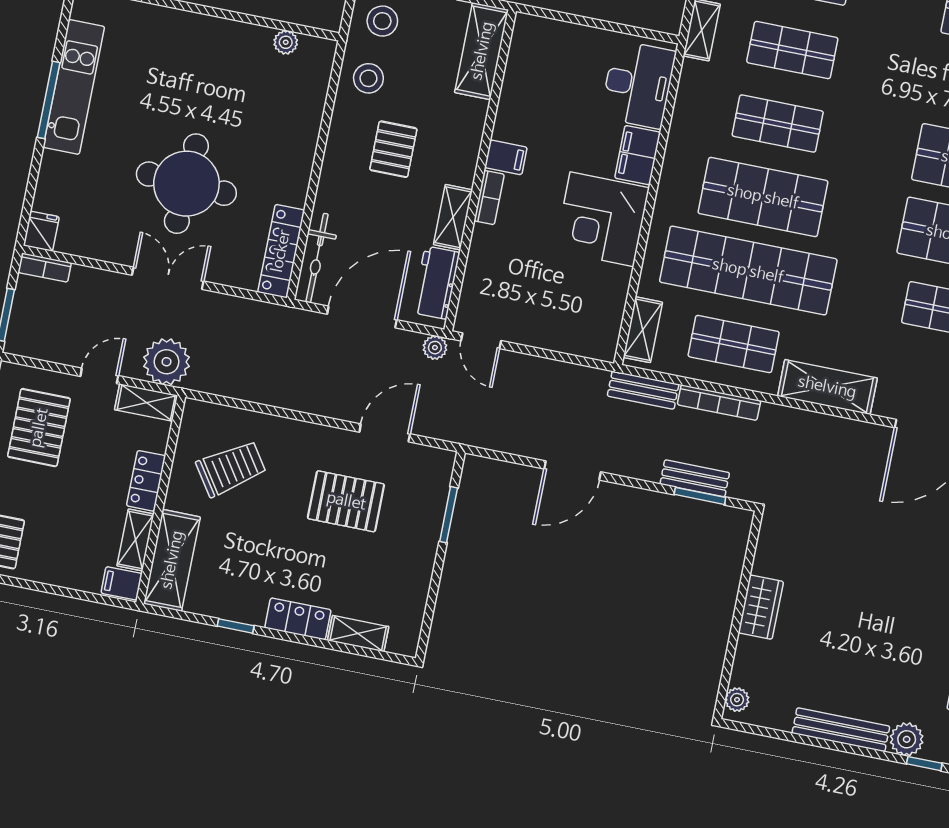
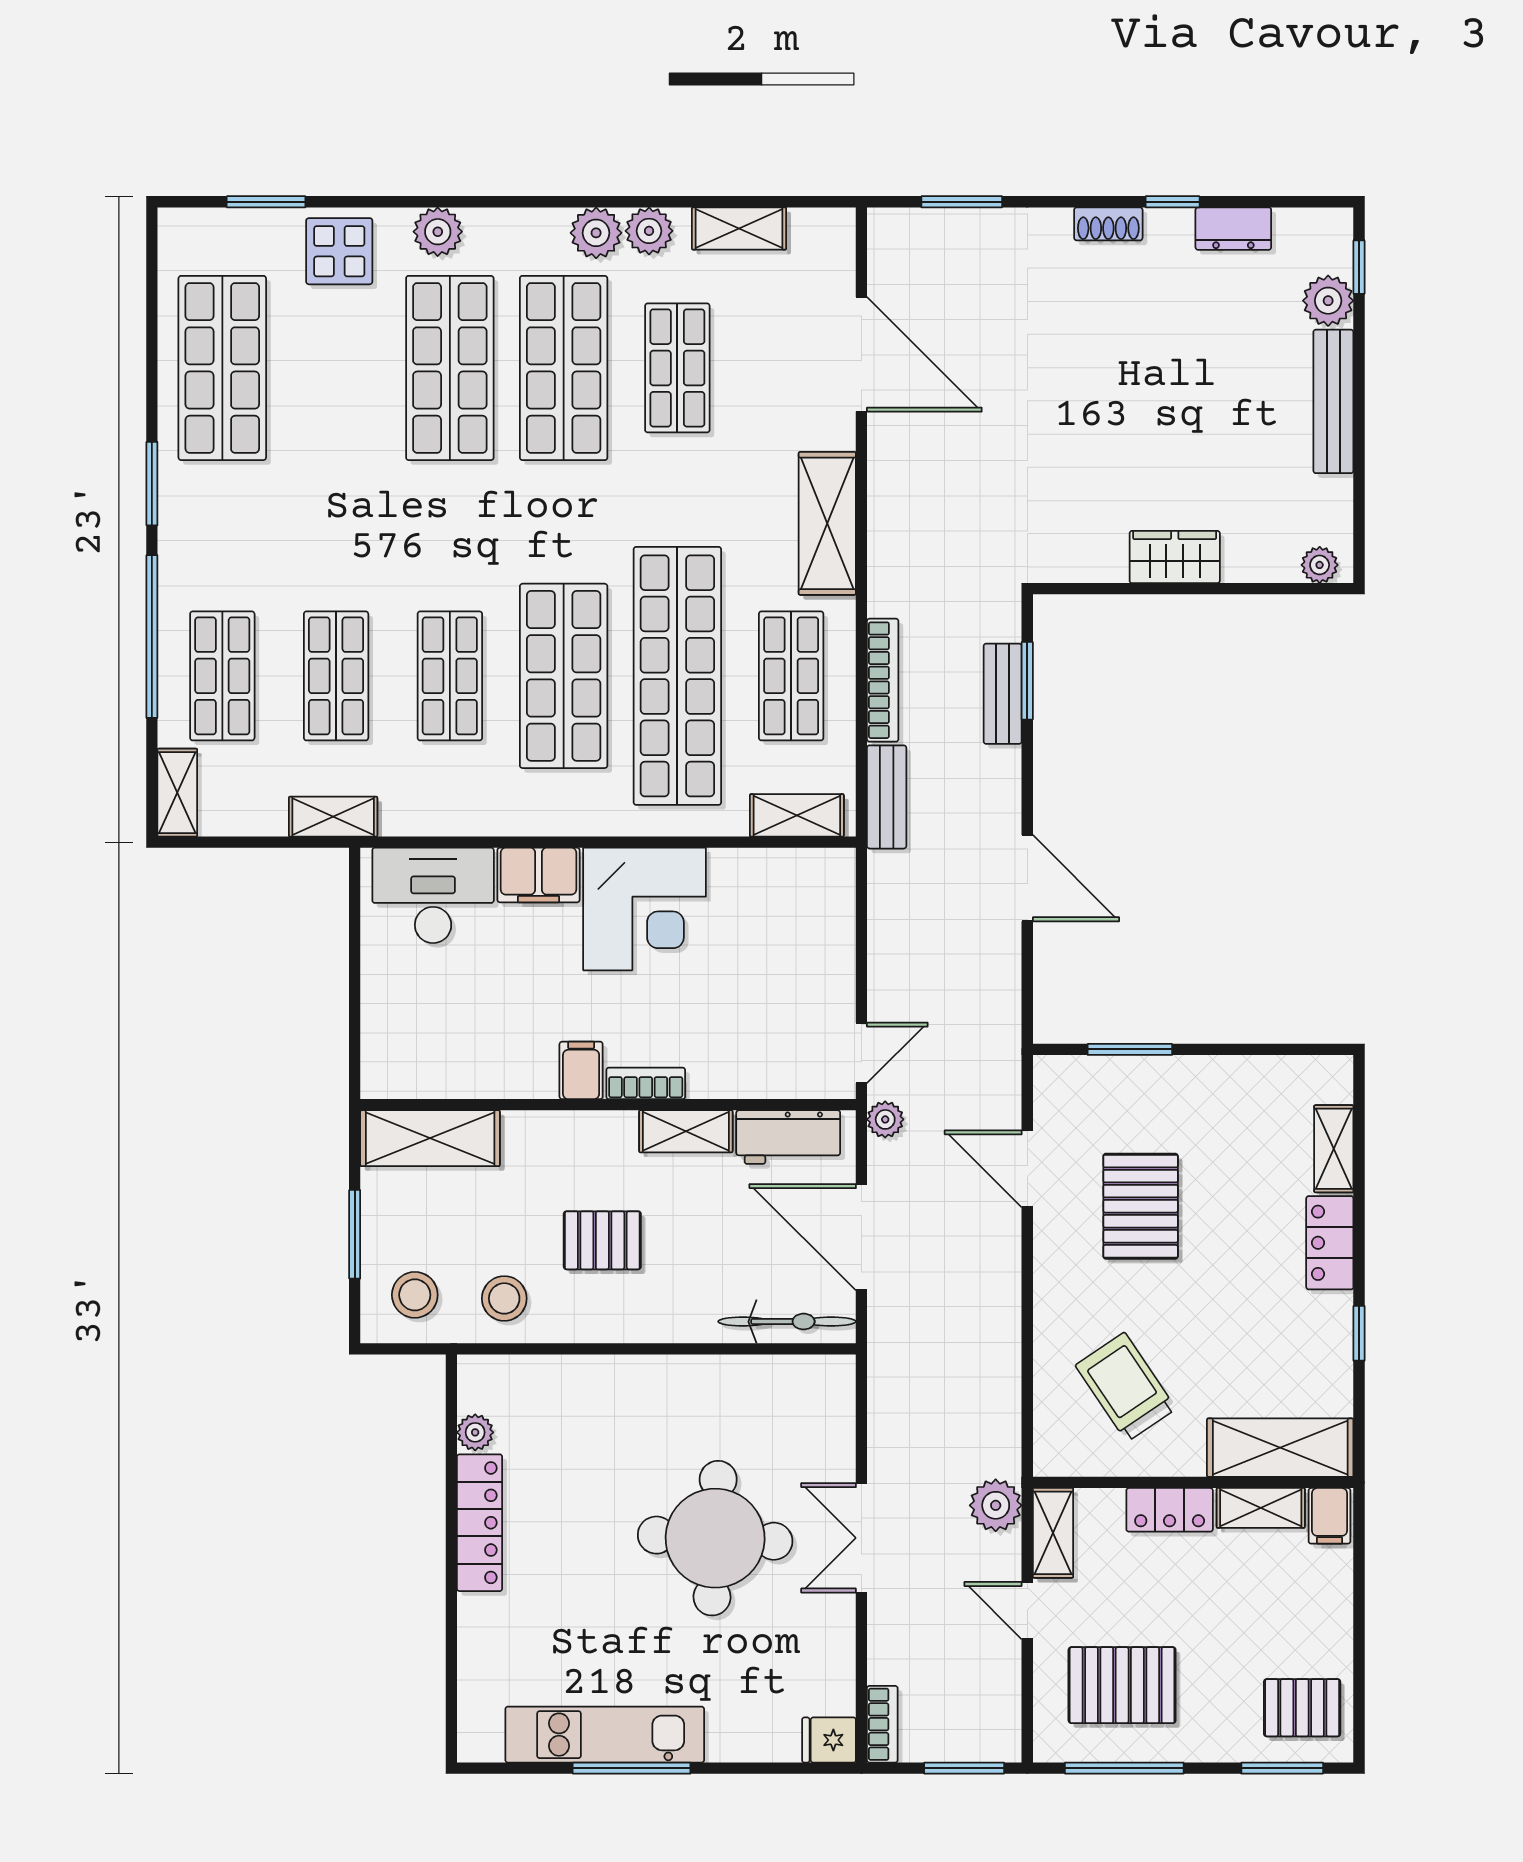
locker: (281, 251) -> (480, 1523), moved, turned -90
plant: (167, 362) -> (996, 1505), width x0.73, depth x0.73

